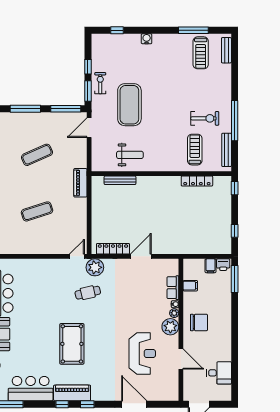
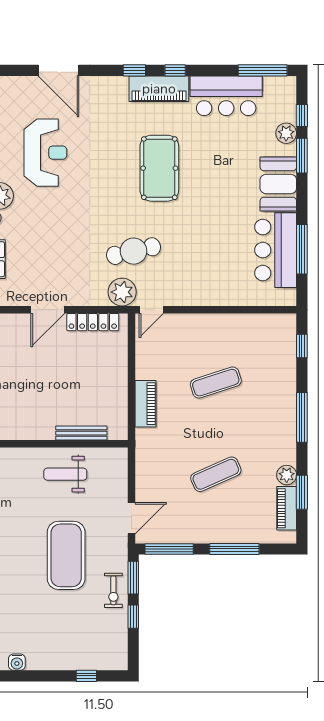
water cooler: (147, 39) -> (17, 662), moved
piano: (80, 183) -> (146, 404), moved
cafe table: (88, 293) -> (134, 251), width x1.37, depth x1.35
reception desk: (142, 353) -> (45, 153), turned 180

